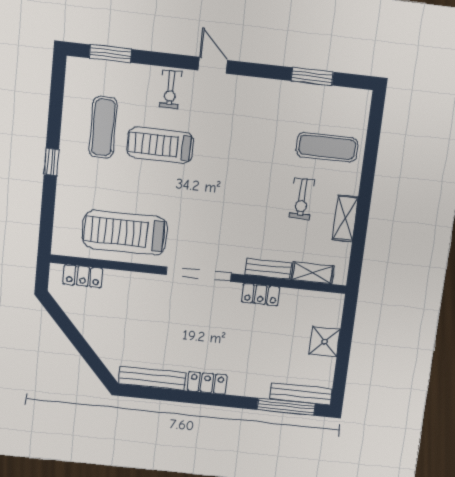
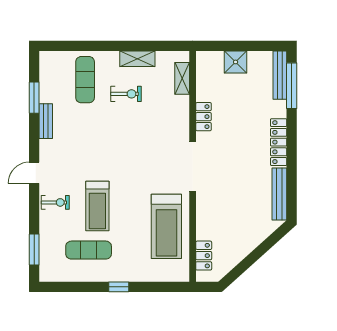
bench: (268, 269) -> (46, 121), moved
locker: (207, 383) -> (279, 142), width x1.53

